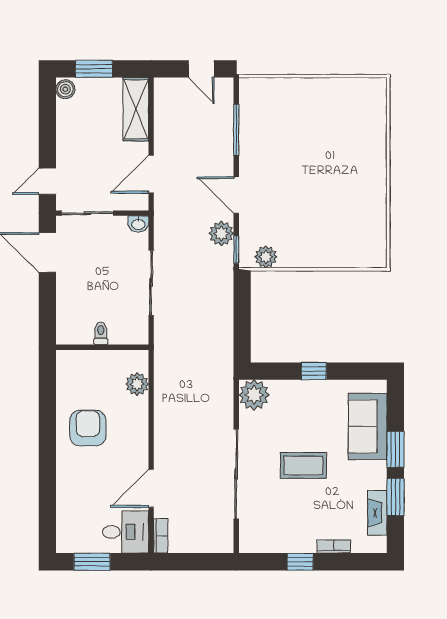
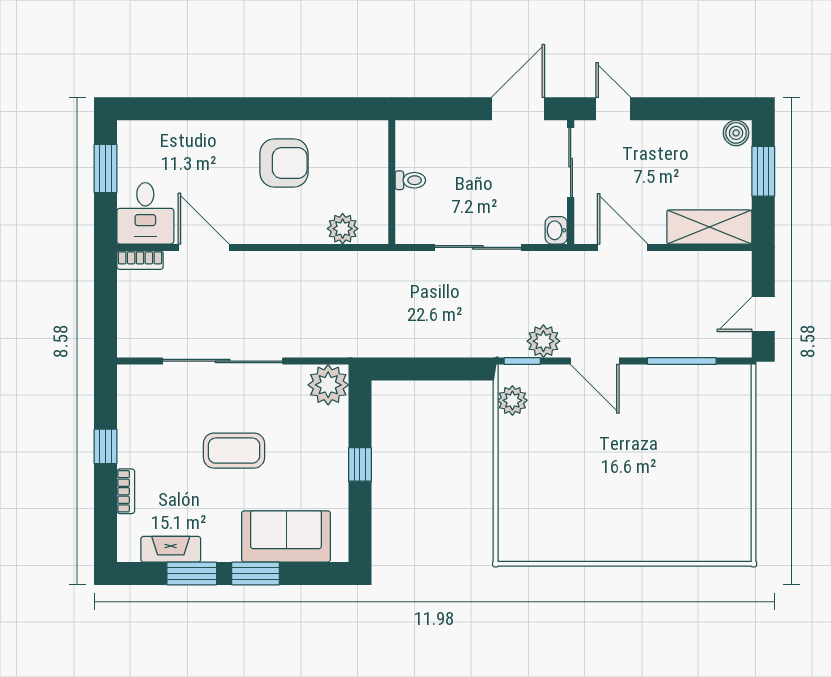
door: (236, 195) -> (595, 361), swing flipped
coffee table: (303, 465) -> (234, 451), turned 90

